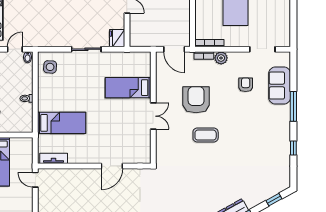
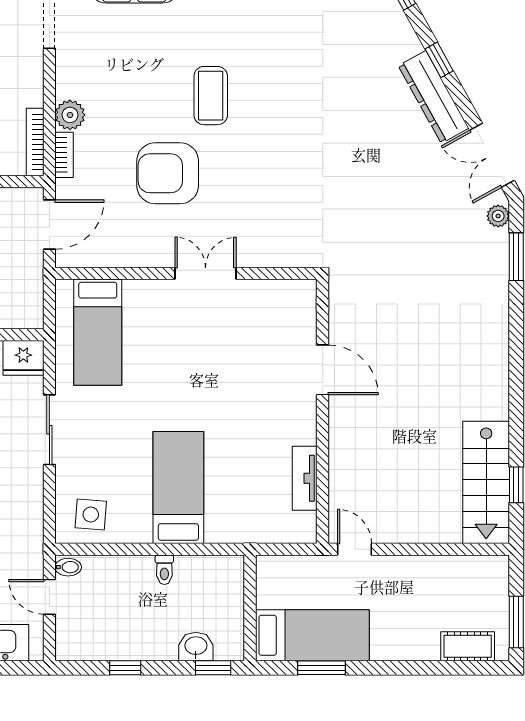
armchair: (246, 85) -> (133, 57), removed
bed: (128, 88) -> (98, 332), moved
bed: (62, 123) -> (178, 488), moved
coffee table: (206, 135) -> (211, 96), moved
tv unit: (54, 158) -> (305, 478), moved
door: (35, 180) -> (355, 549), swing flipped

